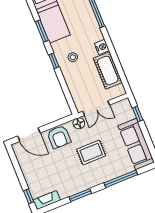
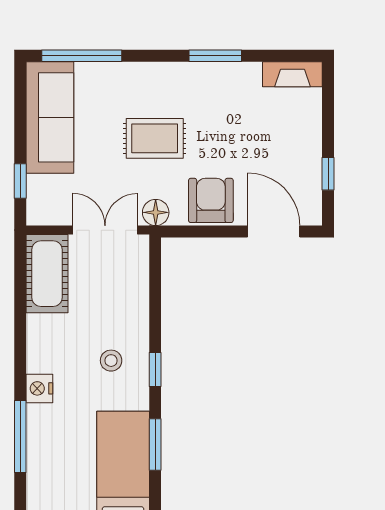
nightstand: (102, 47) -> (39, 388), moved
cot: (108, 70) -> (47, 274), moved
window: (121, 179) -> (82, 56), moved
window: (29, 196) -> (328, 174), moved

